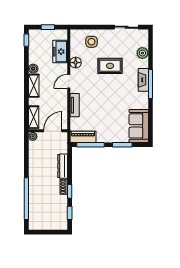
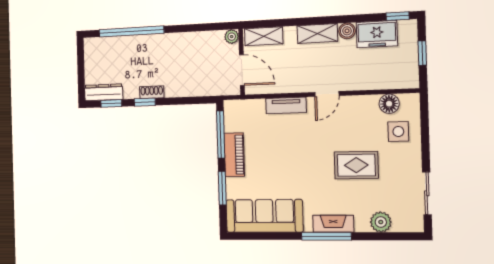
freezer: (60, 52) -> (377, 34), moved, turned 180
floor lamp: (76, 63) -> (389, 104), moved
rug: (110, 66) -> (356, 165), turned 90
door: (69, 81) -> (327, 94), swing flipped
sofa: (139, 126) -> (264, 216), width x1.36
piano: (83, 137) -> (234, 155), moved
dresser: (63, 166) -> (104, 92), moved

